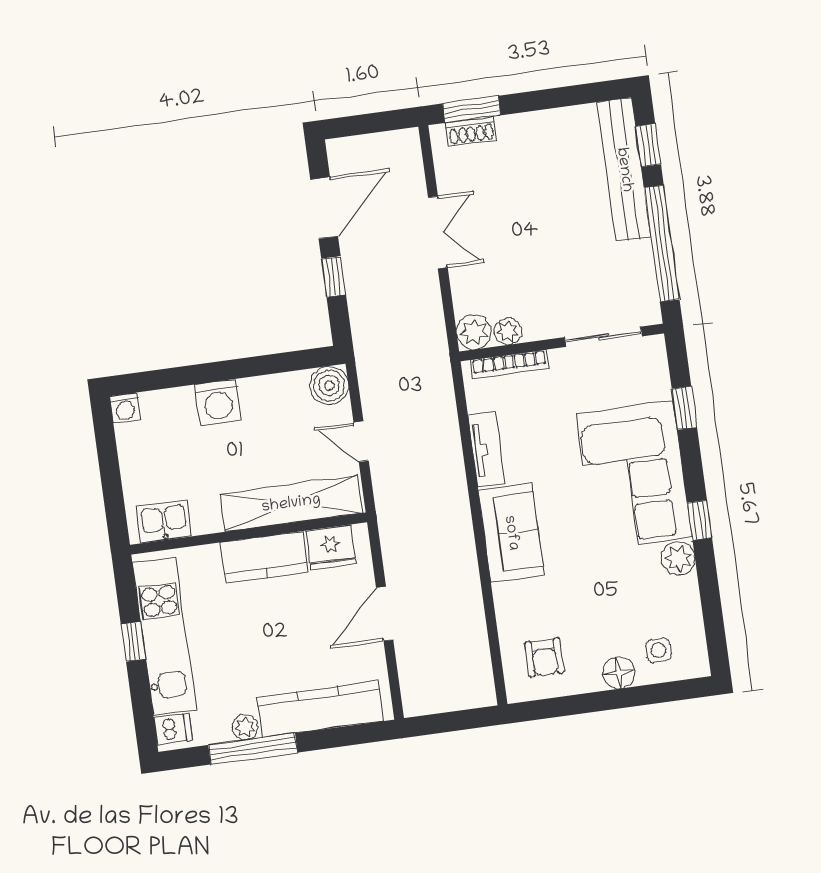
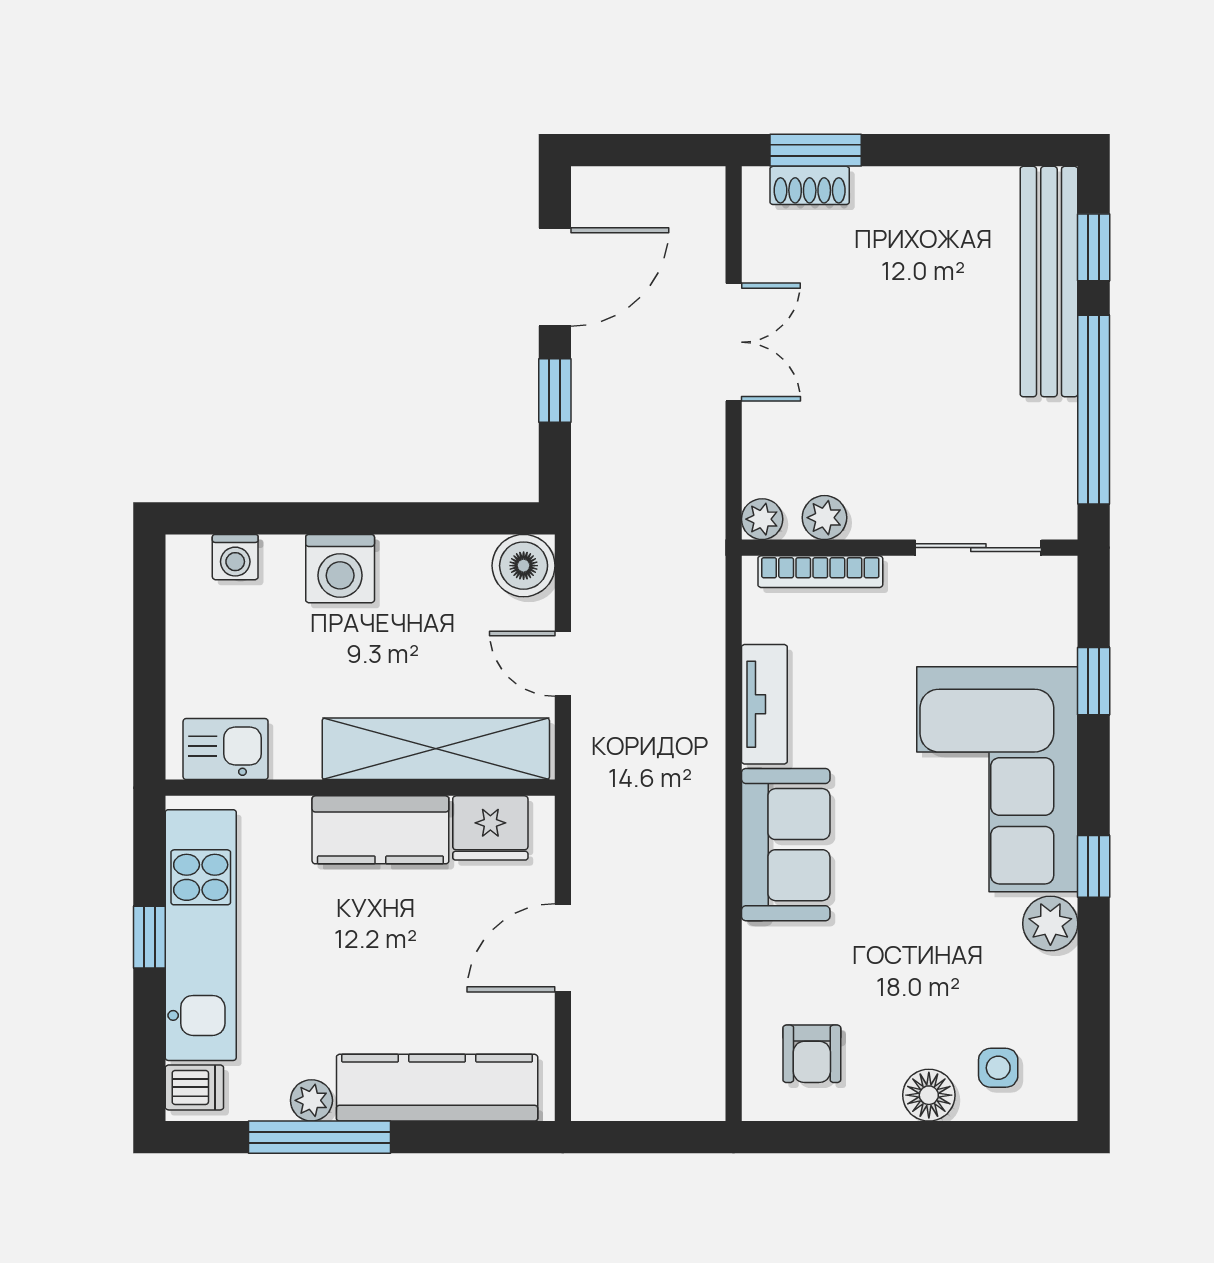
plant: (474, 332) -> (762, 519), width x0.73, depth x0.73
washing machine: (125, 408) -> (235, 557), moved

